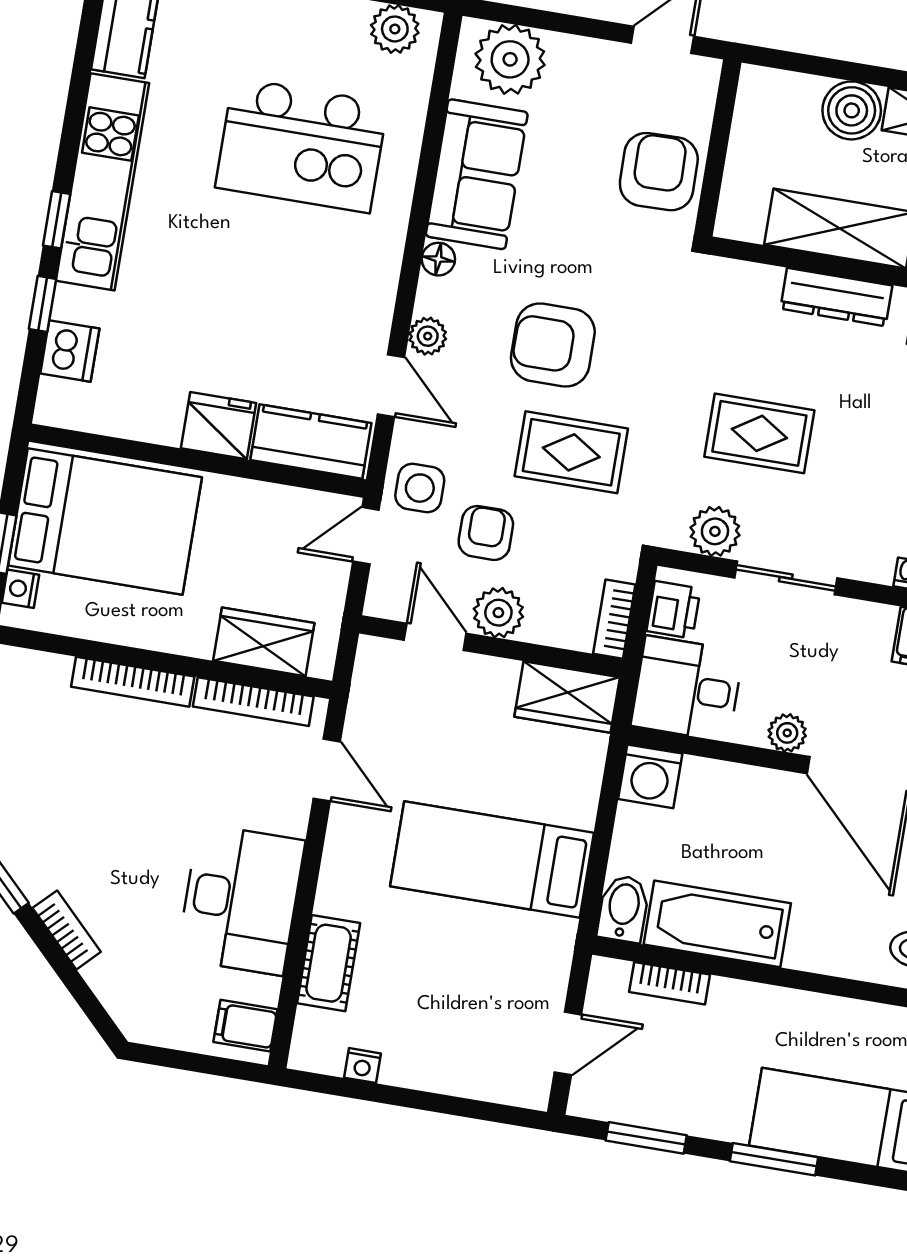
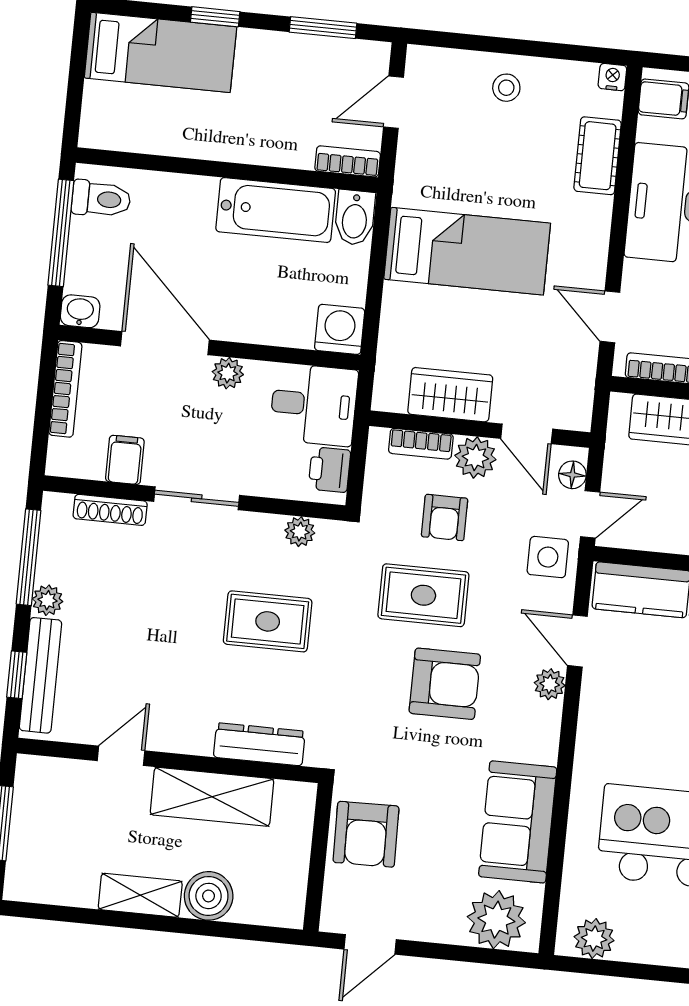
floor lamp: (438, 259) -> (572, 475), moved
dresser: (836, 297) -> (259, 744), moved
plant: (715, 531) -> (300, 532), width x0.73, depth x0.73
armchair: (486, 533) -> (445, 517), moved
sliding door: (786, 578) -> (197, 498), moved
bookcase: (614, 619) -> (421, 444), moved, turned 90
wardrobe: (567, 697) -> (450, 395), moved
bookcase: (670, 983) -> (348, 161), moved
stool: (432, 1052) -> (506, 88), added
nightstand: (362, 1066) -> (612, 77), moved
window: (774, 1159) -> (215, 17), width x0.67

